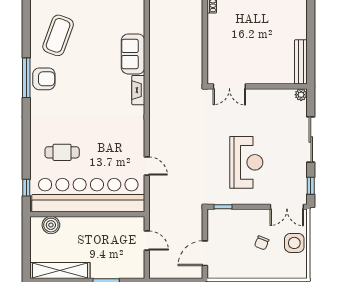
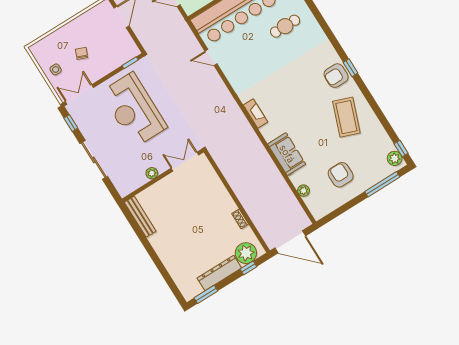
sofa: (133, 54) -> (287, 154), moved
window: (26, 78) -> (351, 68), width x0.46
plant: (301, 95) -> (152, 173), moved
reception desk: (246, 162) -> (134, 110), width x1.36, depth x1.30
side table: (294, 243) -> (56, 69), width x0.54, depth x0.54

